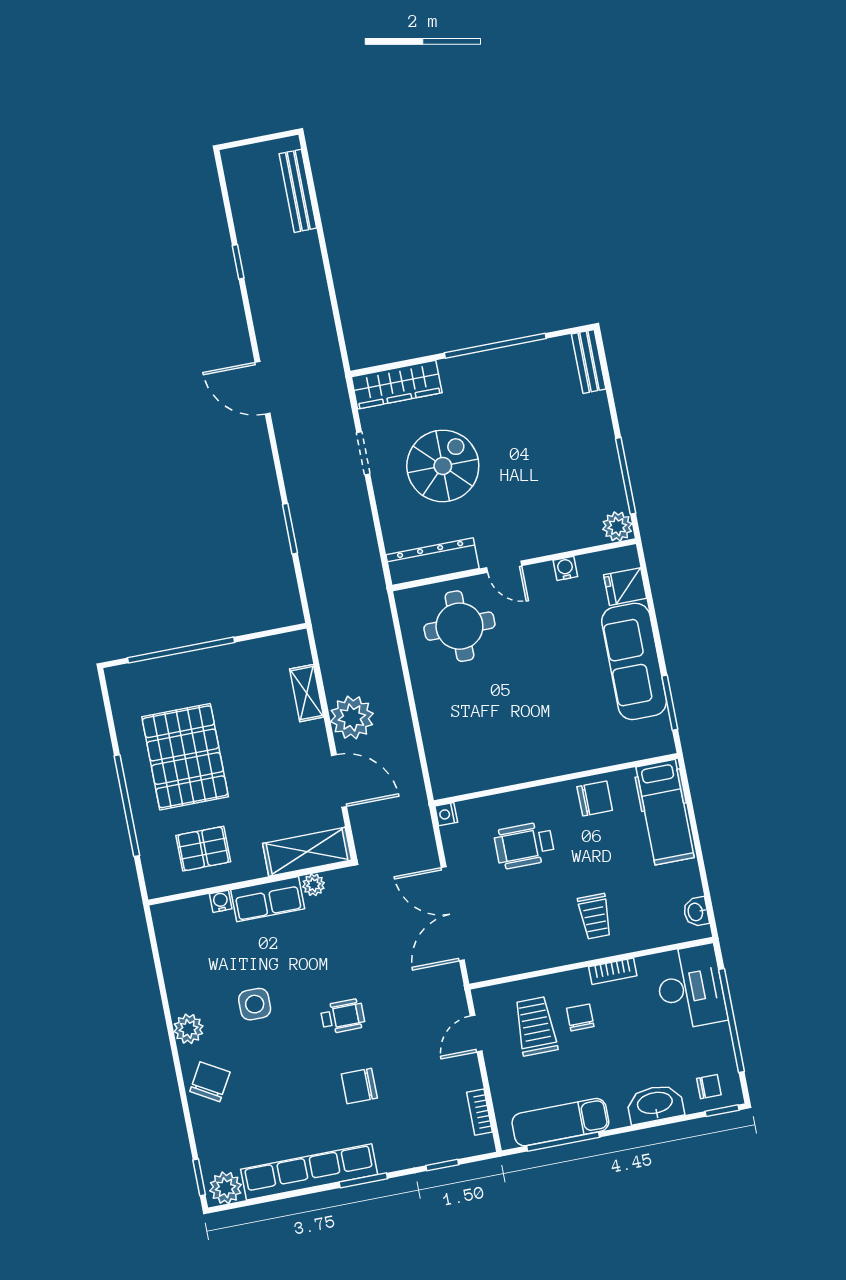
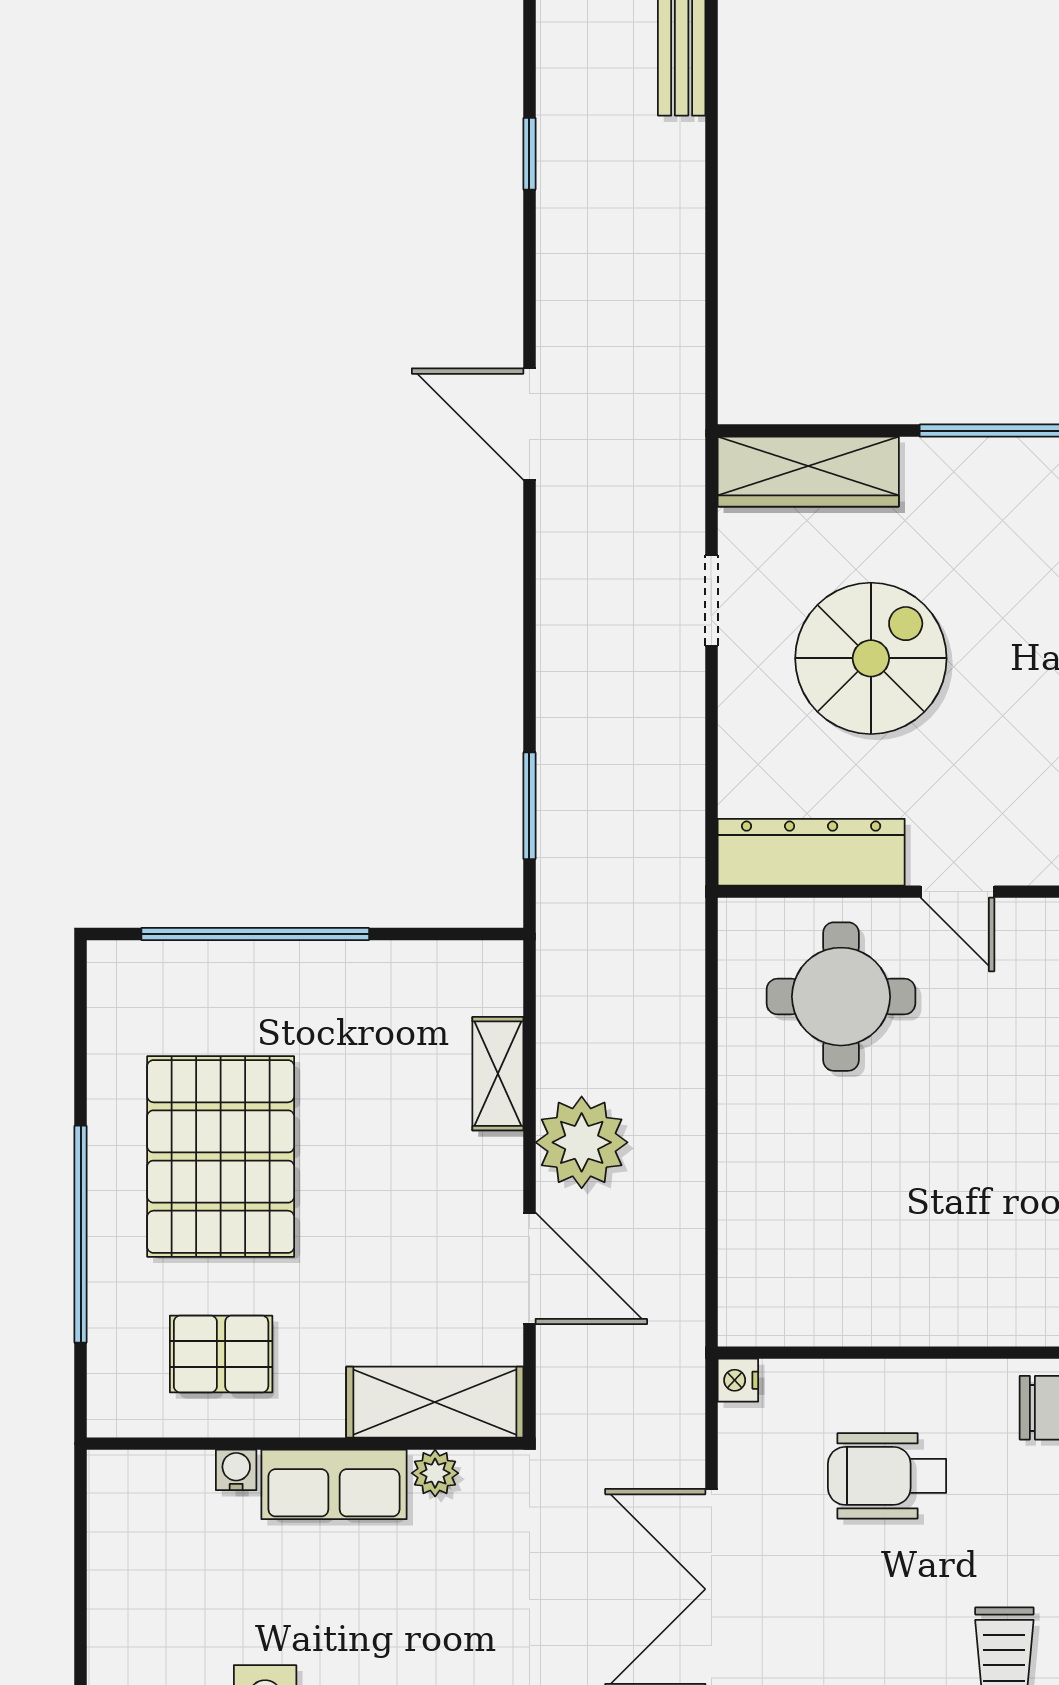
window: (290, 529) -> (529, 806), moved

